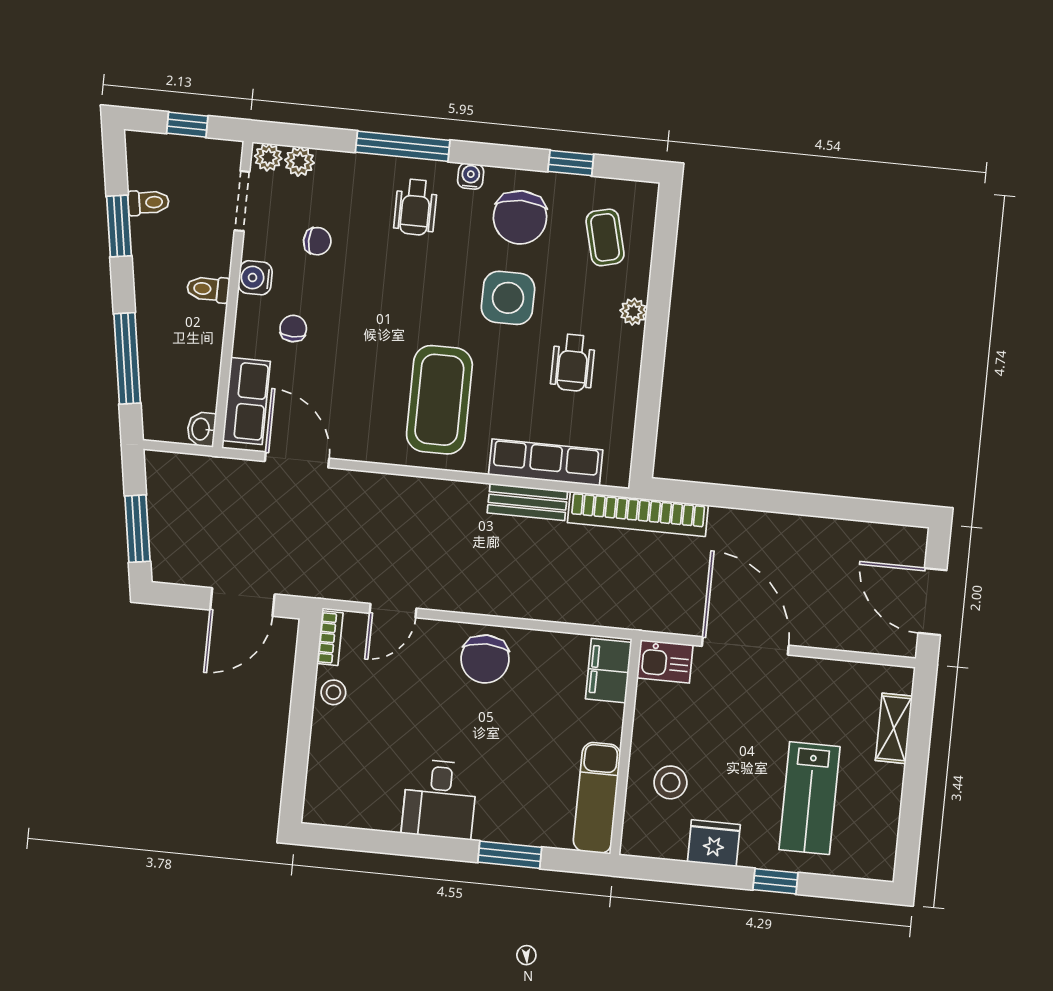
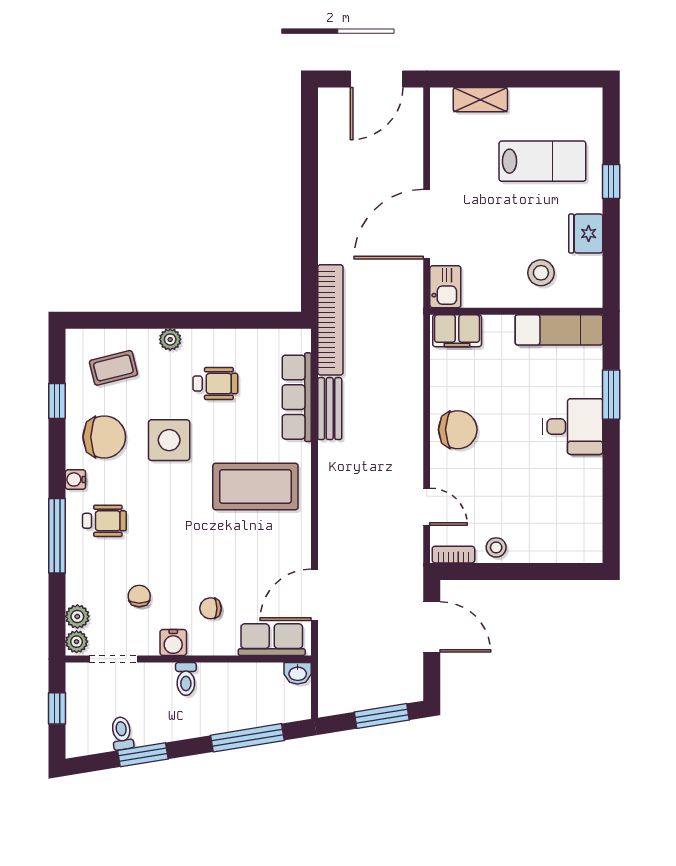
desk: (440, 799) -> (573, 427), moved

